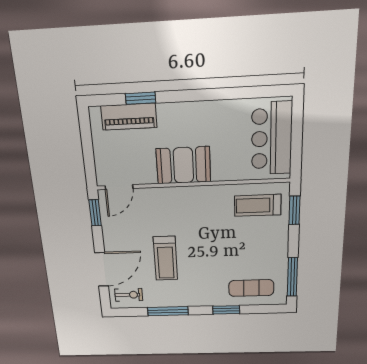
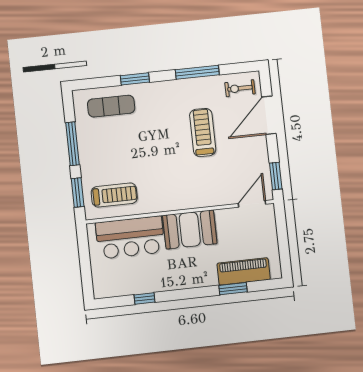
window: (237, 93) -> (144, 299), added
bar counter: (272, 139) -> (130, 237), moved, turned 90
window: (292, 277) -> (72, 144), moved

